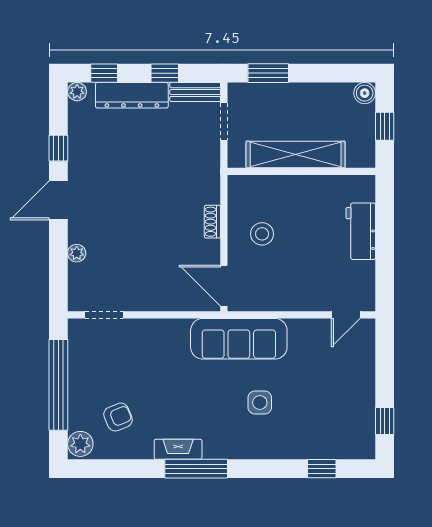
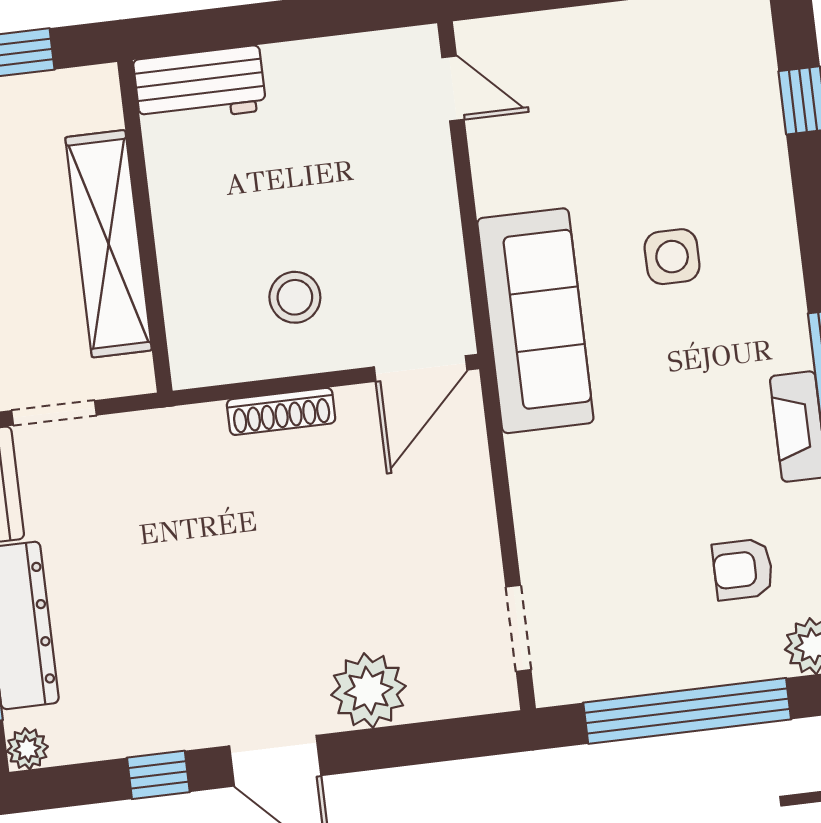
shoe rack: (212, 222) -> (281, 411), width x1.43
workbench: (361, 231) -> (200, 85), moved
plant: (77, 253) -> (368, 691), width x1.88, depth x1.88
armchair: (118, 417) -> (743, 569), turned -68

